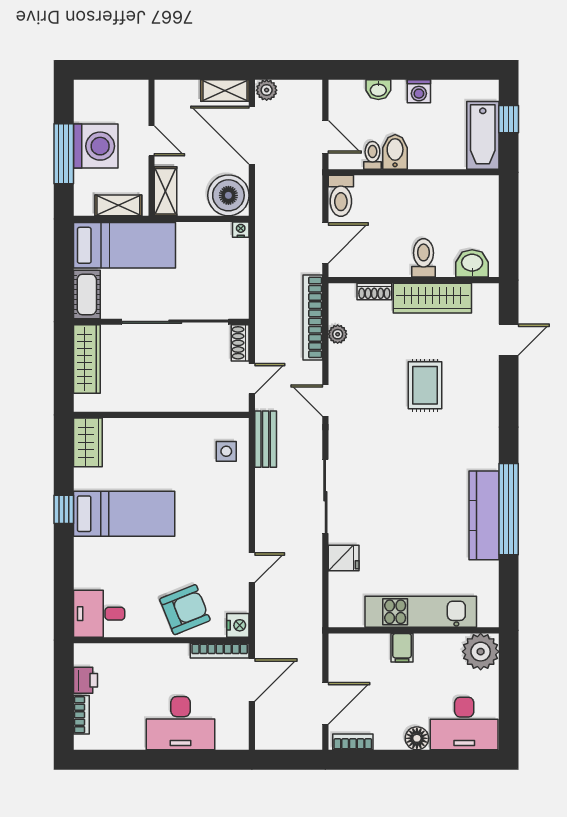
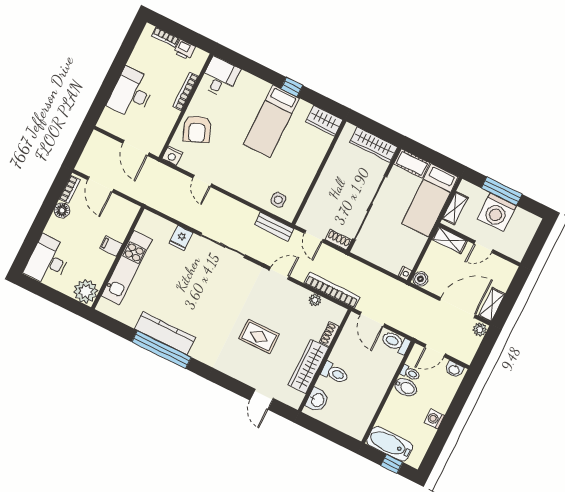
washbasin: (378, 90) -> (454, 370), moved, turned -90
boiler: (228, 195) -> (420, 279), width x0.54, depth x0.54
bookcase: (220, 651) -> (186, 91), moved
floor lamp: (417, 738) -> (62, 210), moved

